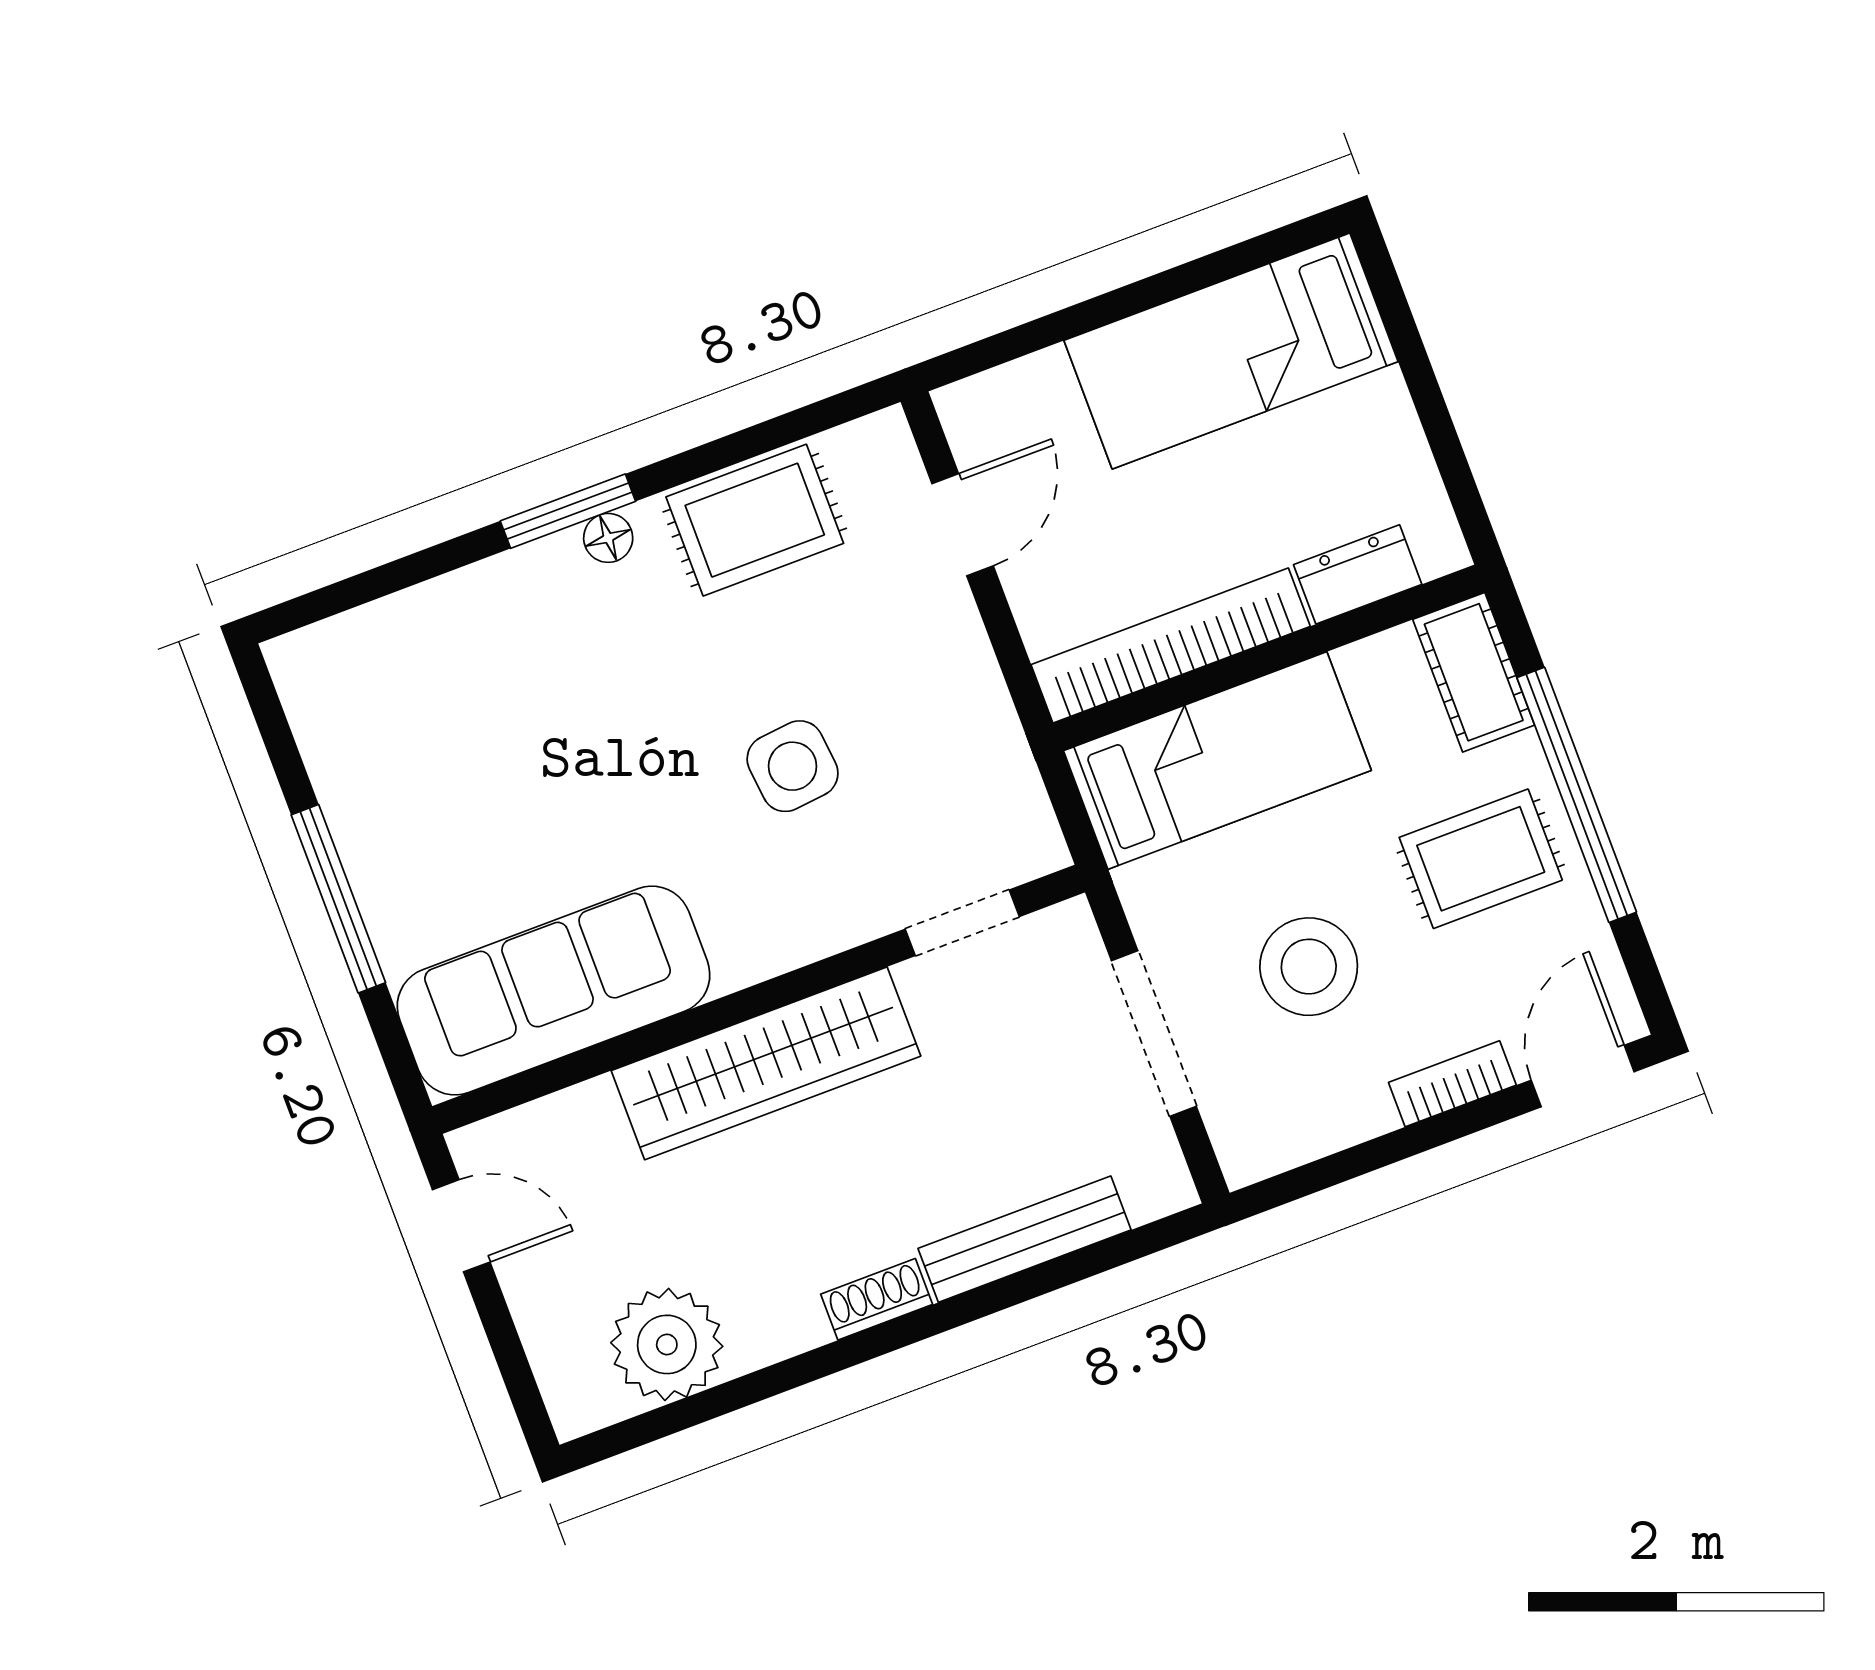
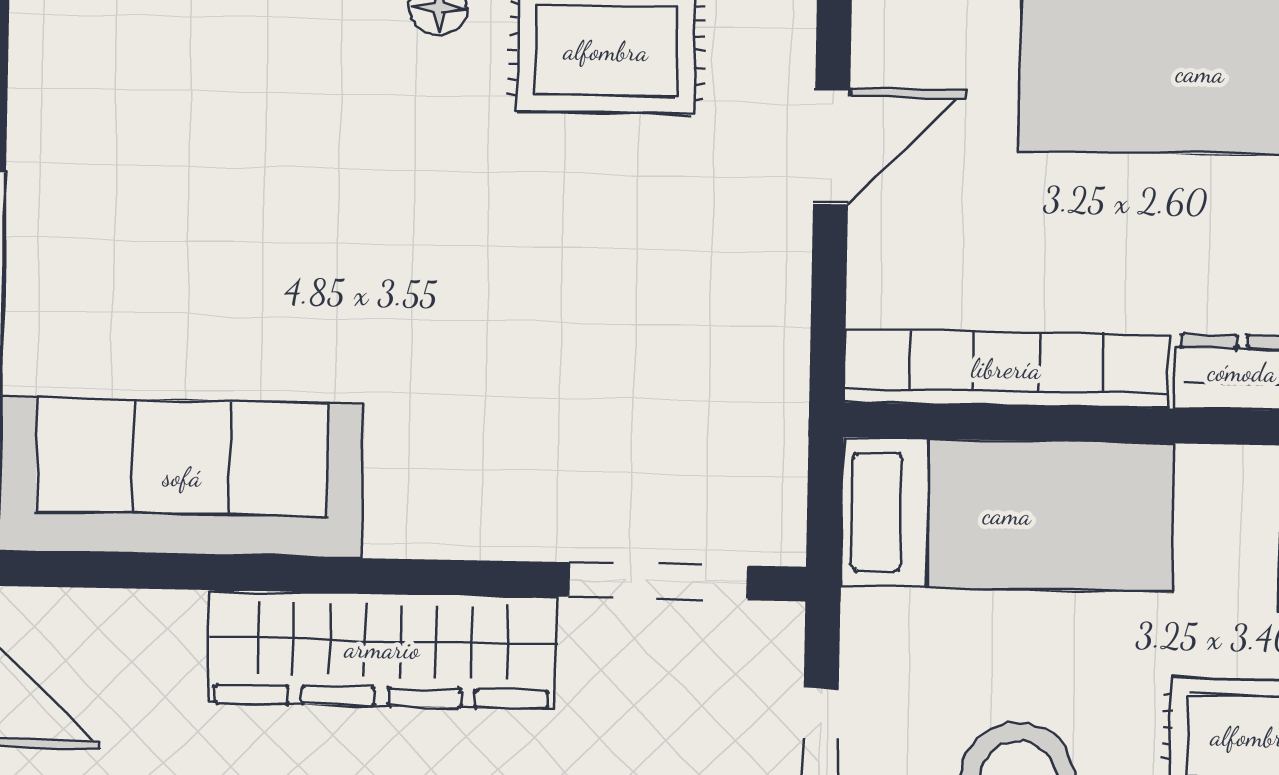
side table: (793, 766) -> (541, 336), removed
doorway: (962, 923) -> (658, 581), width x1.38

